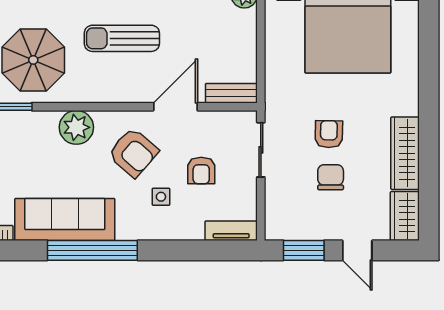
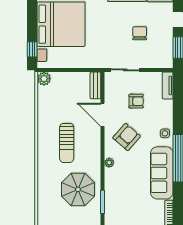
plant: (76, 127) -> (109, 163), width x0.53, depth x0.53
armchair: (329, 134) -> (117, 34), removed
chair: (331, 177) -> (140, 33), turned 90
side table: (161, 197) -> (165, 133), moved

